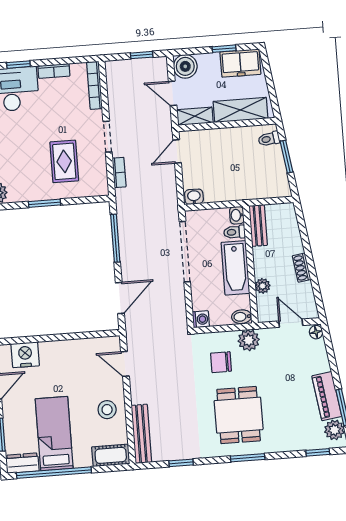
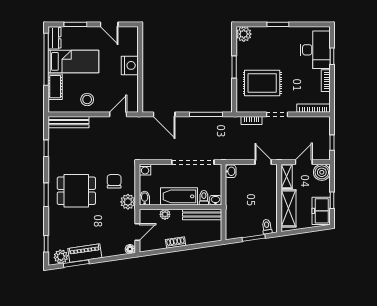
rug: (64, 161) -> (262, 83), width x1.36, depth x1.43
bench: (258, 225) -> (202, 214), width x1.36
nightstand: (25, 355) -> (130, 65), moved
cot: (111, 455) -> (55, 87), moved

